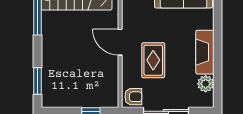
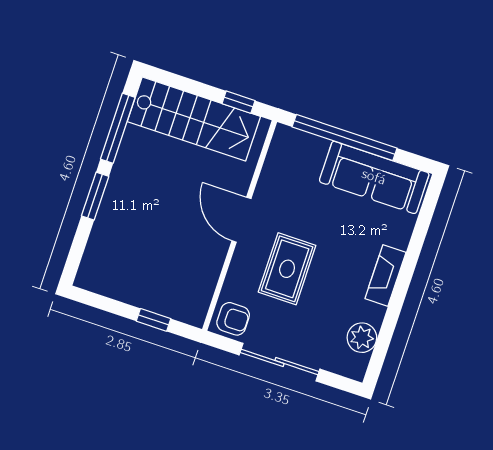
fireplace: (205, 52) -> (385, 275), width x0.73, depth x0.76
window: (38, 81) -> (95, 196), moved

